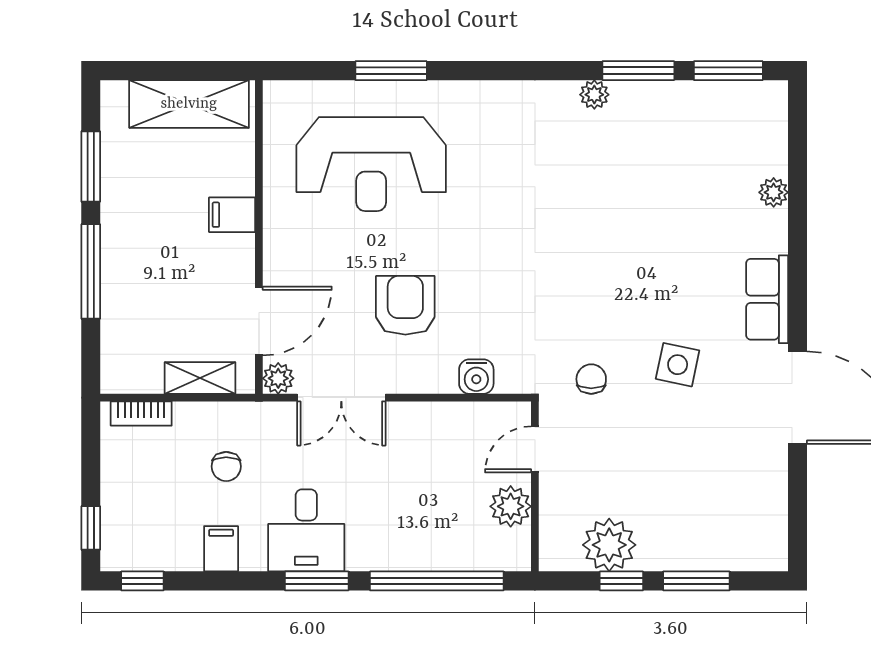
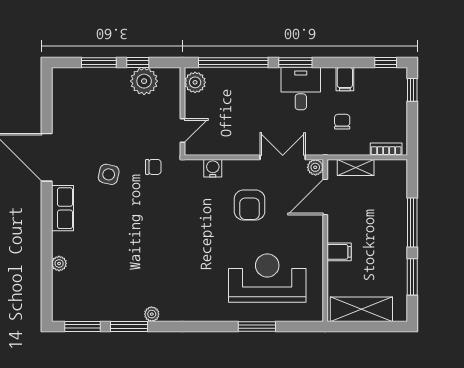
chair: (591, 379) -> (153, 167), turned -90
plant: (511, 506) -> (195, 82), moved

